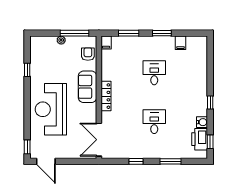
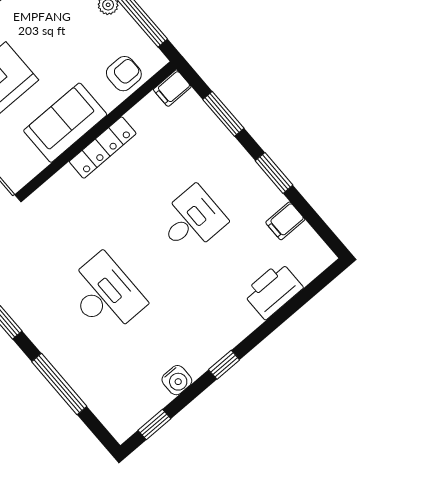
locker: (106, 96) -> (103, 148), moved
desk: (154, 122) -> (105, 294), width x1.37
printer: (200, 139) -> (273, 290), moved
window: (171, 161) -> (59, 384), width x1.44

